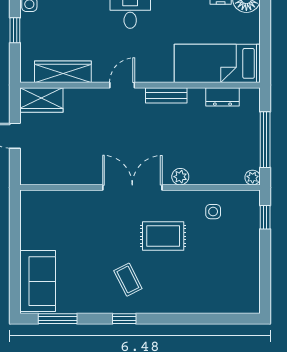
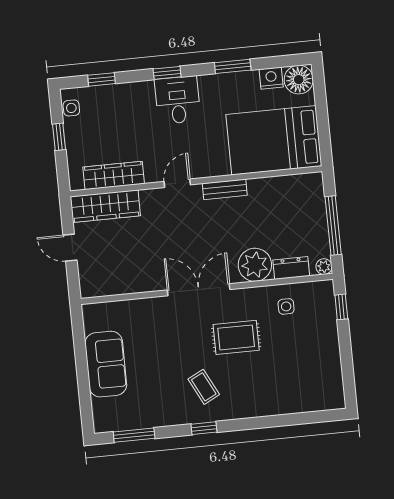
bed: (217, 63) -> (274, 140), width x1.50
dresser: (222, 97) -> (291, 268), moved, turned 180
wardrobe: (41, 100) -> (105, 206), width x1.50
plant: (180, 177) -> (255, 265), width x1.88, depth x1.88
sofa: (38, 281) -> (106, 364), moved

